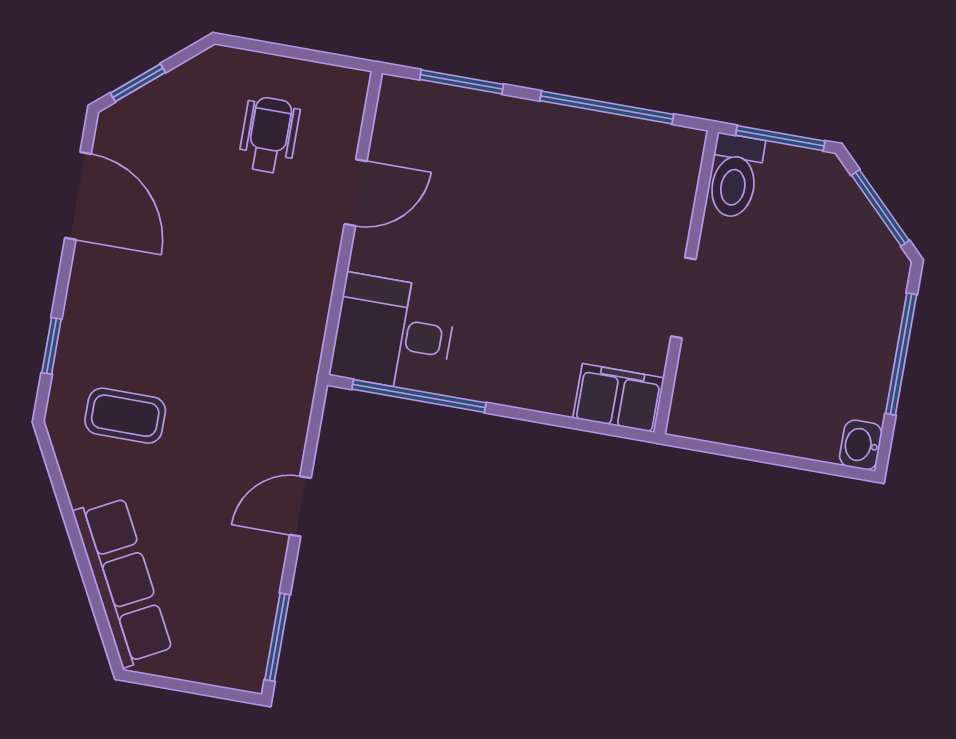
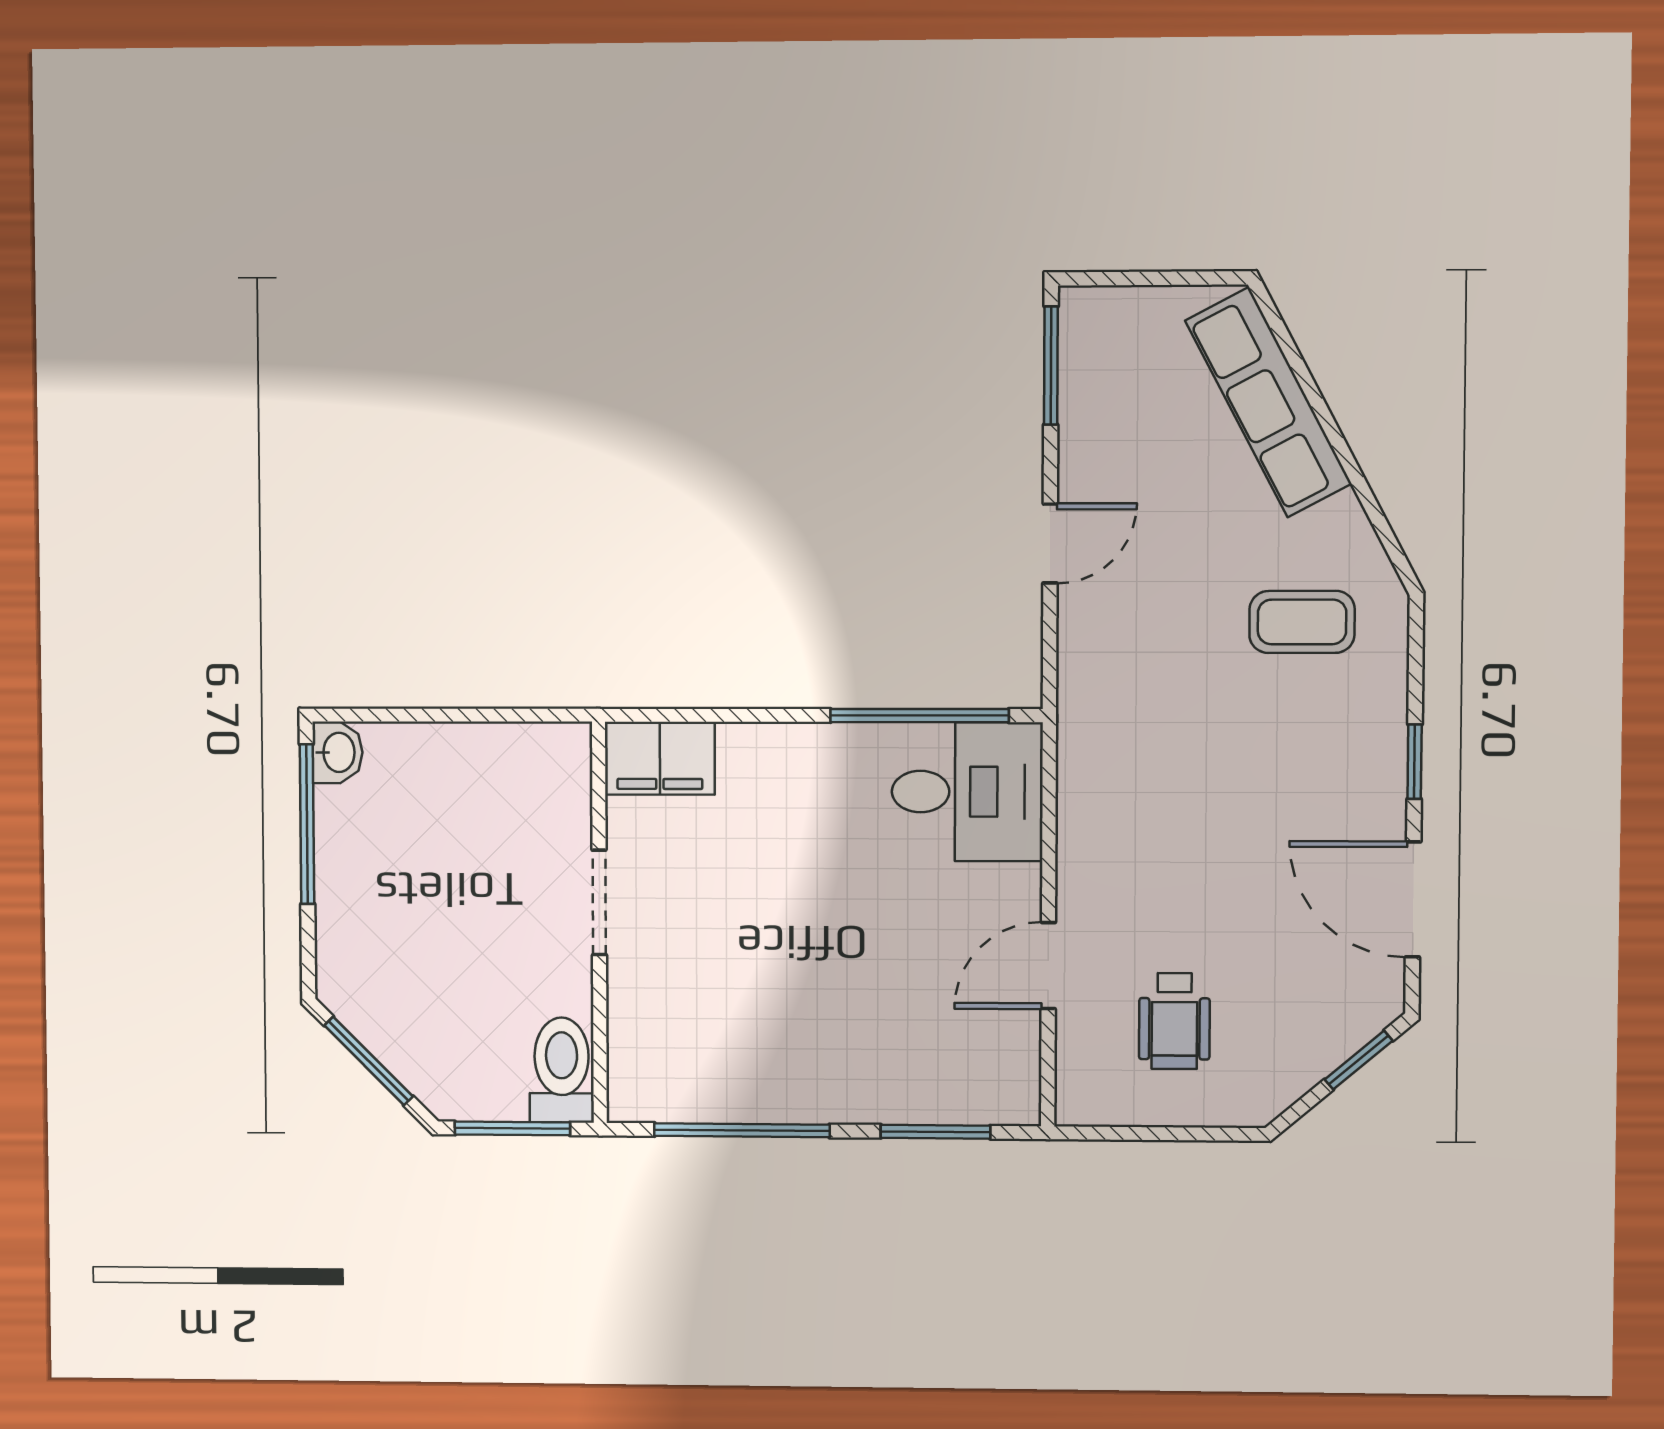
window: (52, 346) -> (1415, 762), moved
window: (901, 354) -> (307, 824), moved

